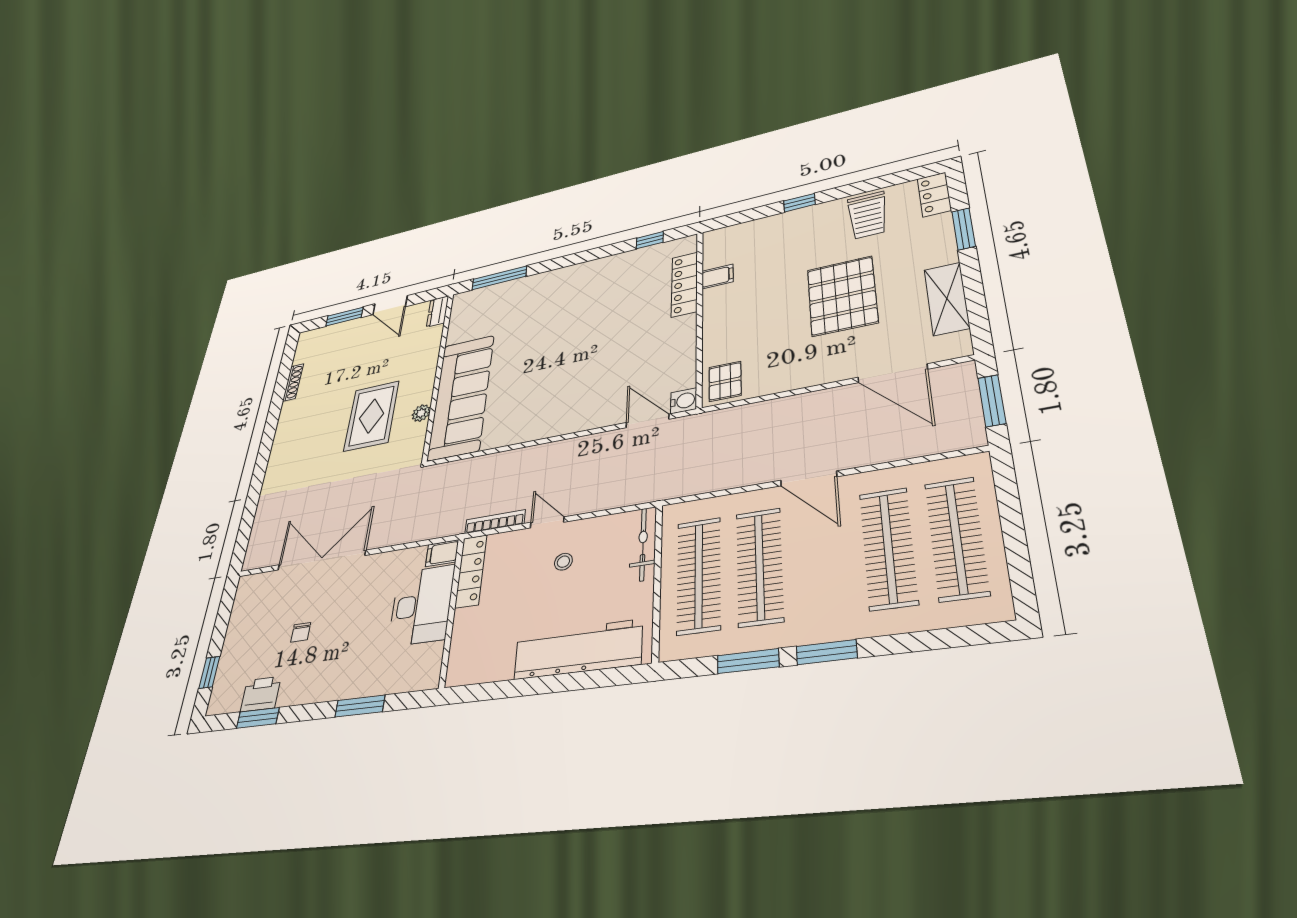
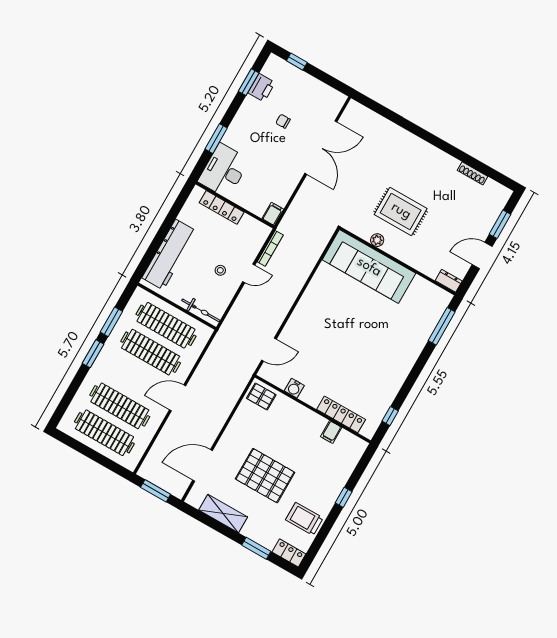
water cooler: (684, 401) -> (294, 388), moved
locker: (471, 571) -> (222, 207), moved
desk: (422, 605) -> (224, 171), moved, turned 90

